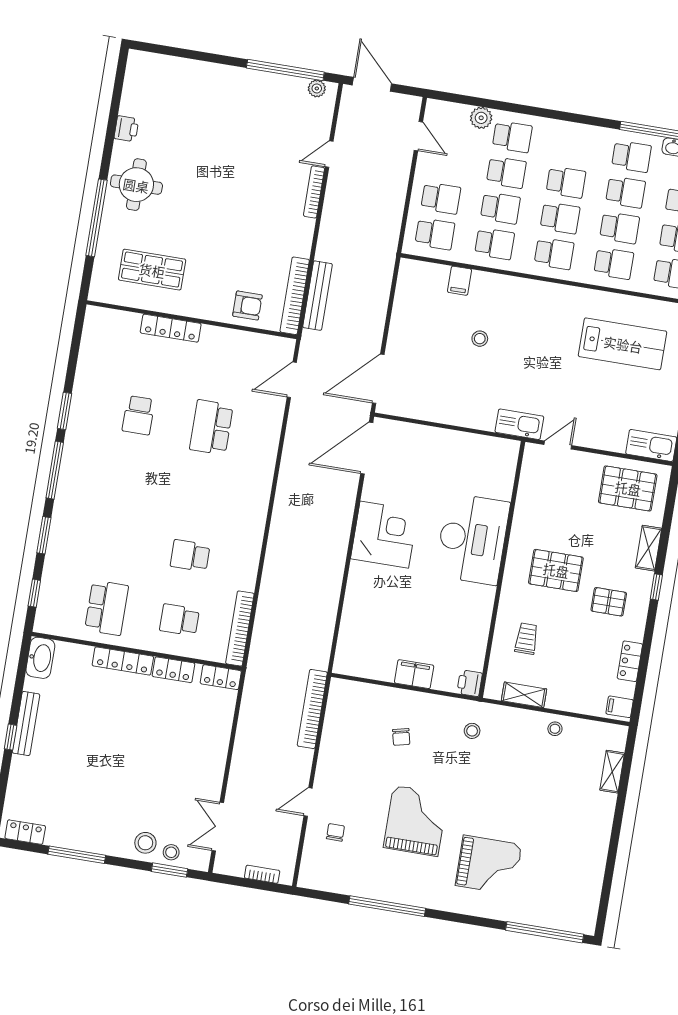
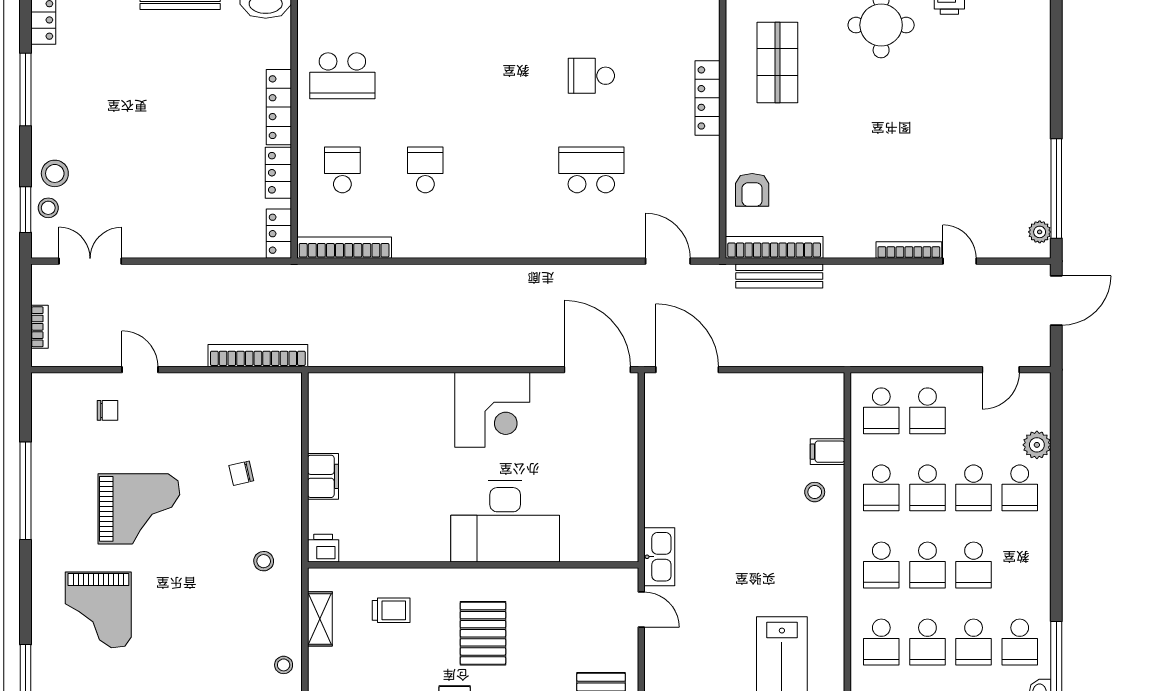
stool: (480, 339) -> (815, 492), moved

